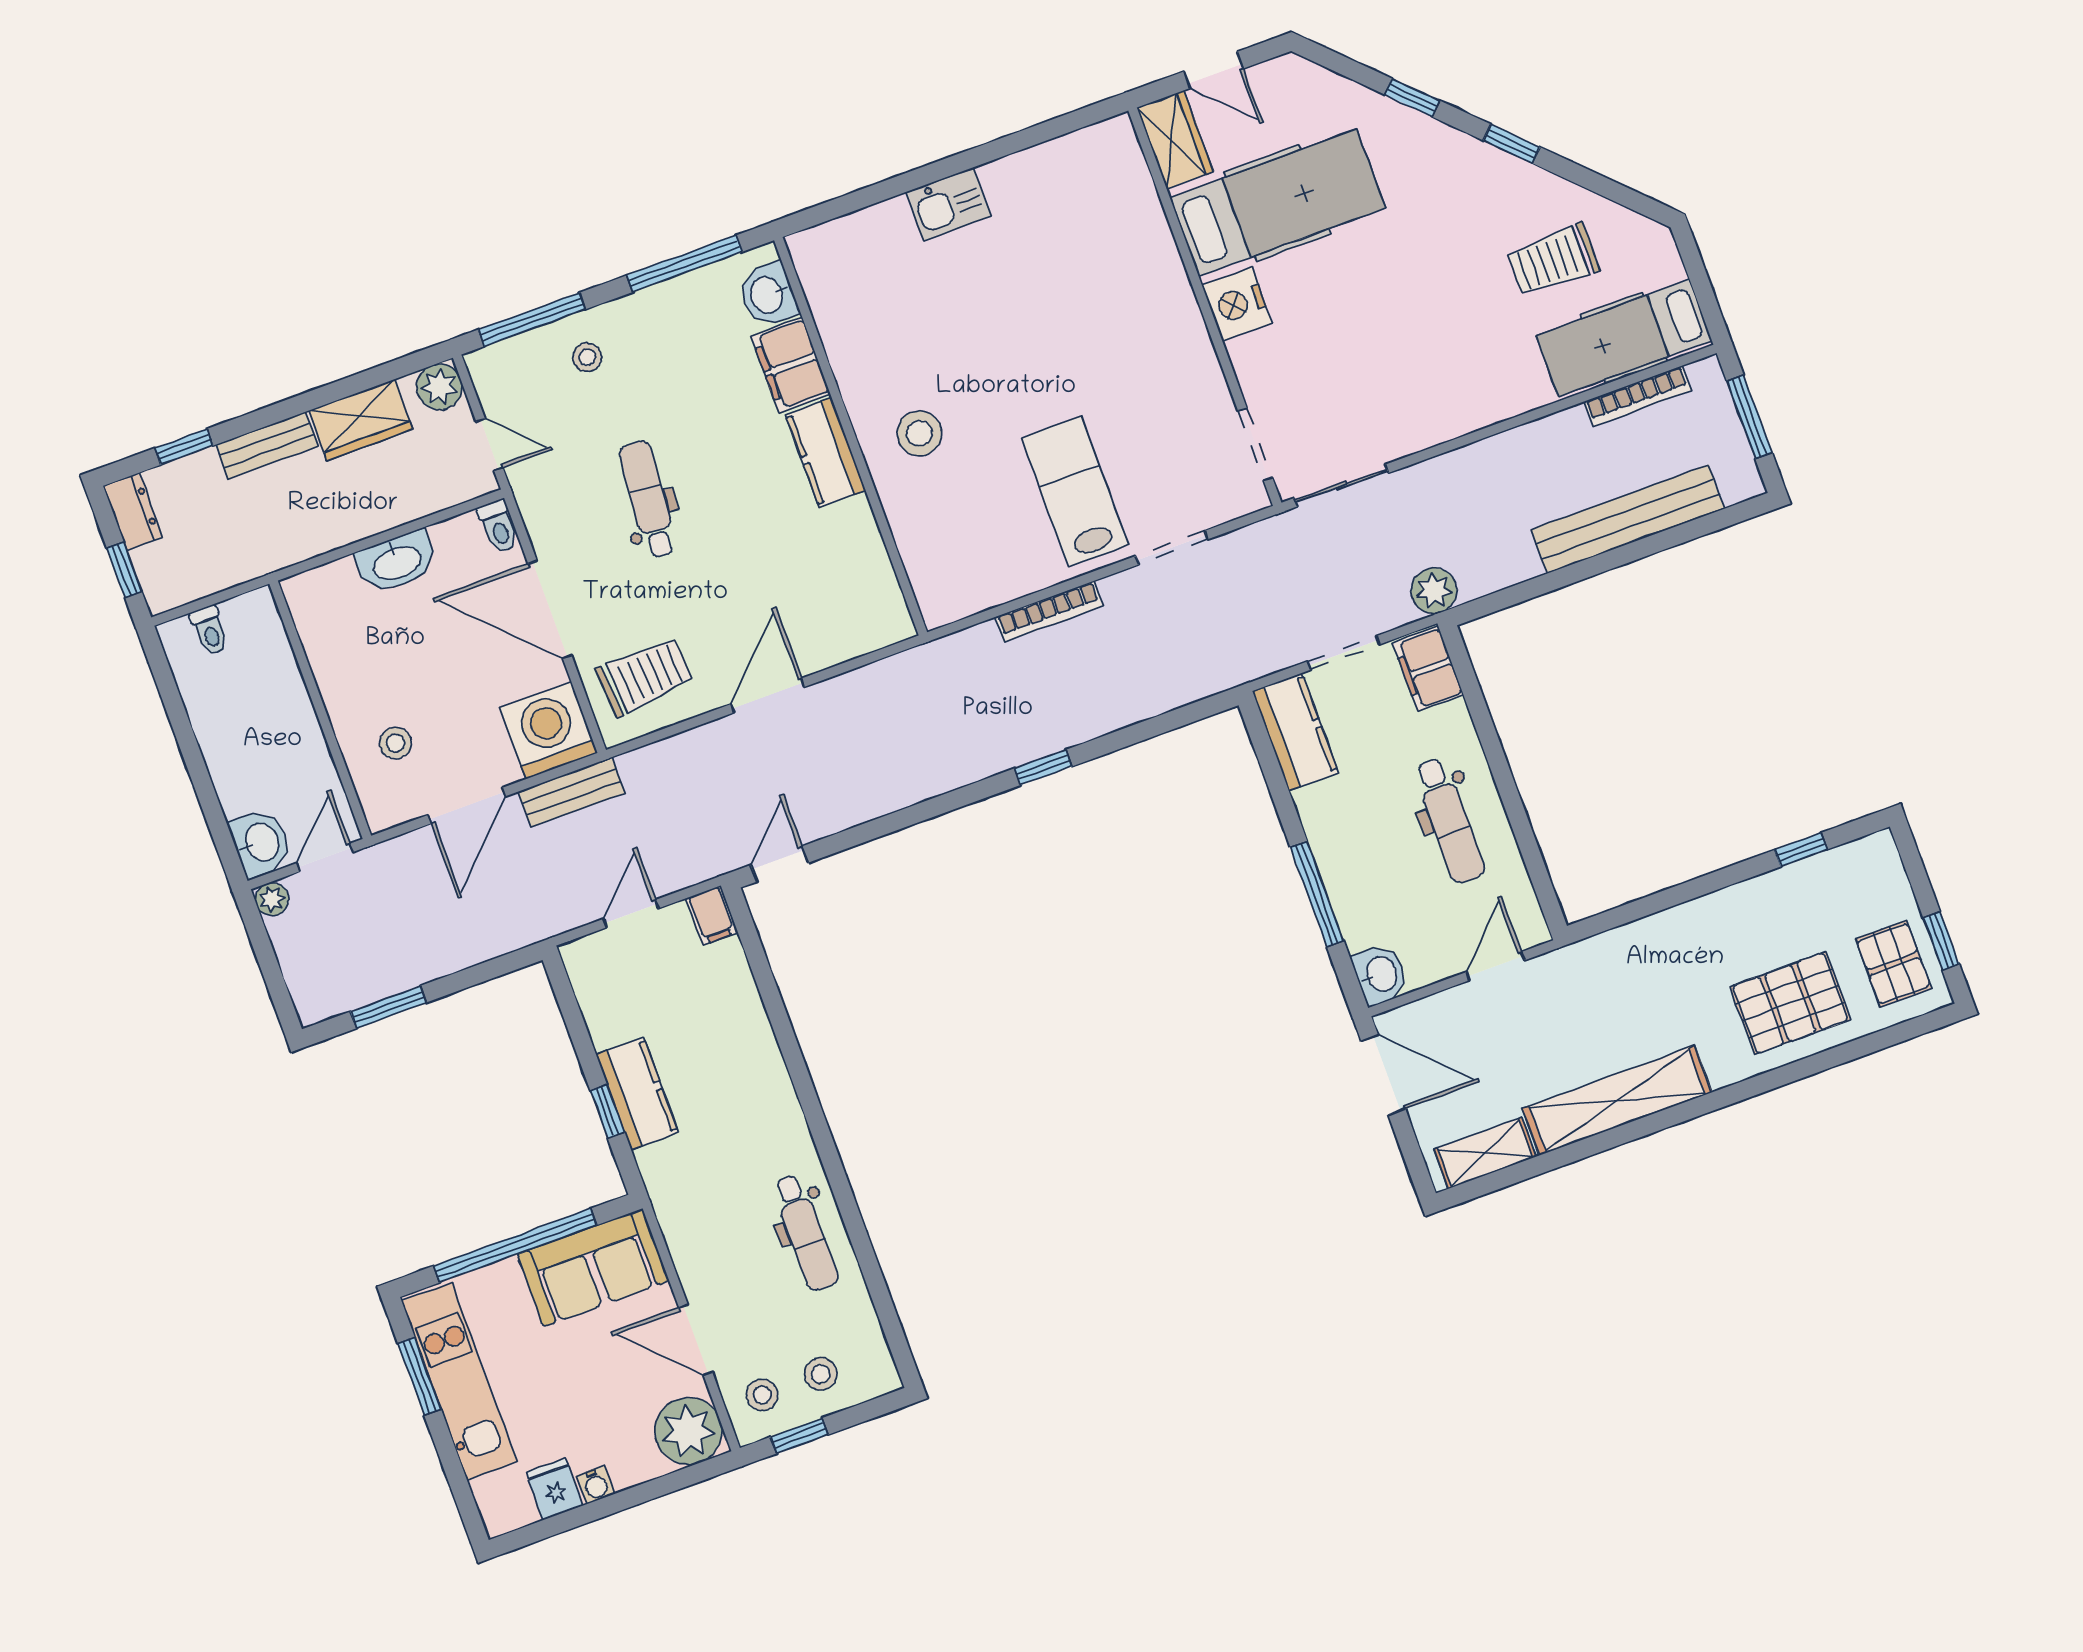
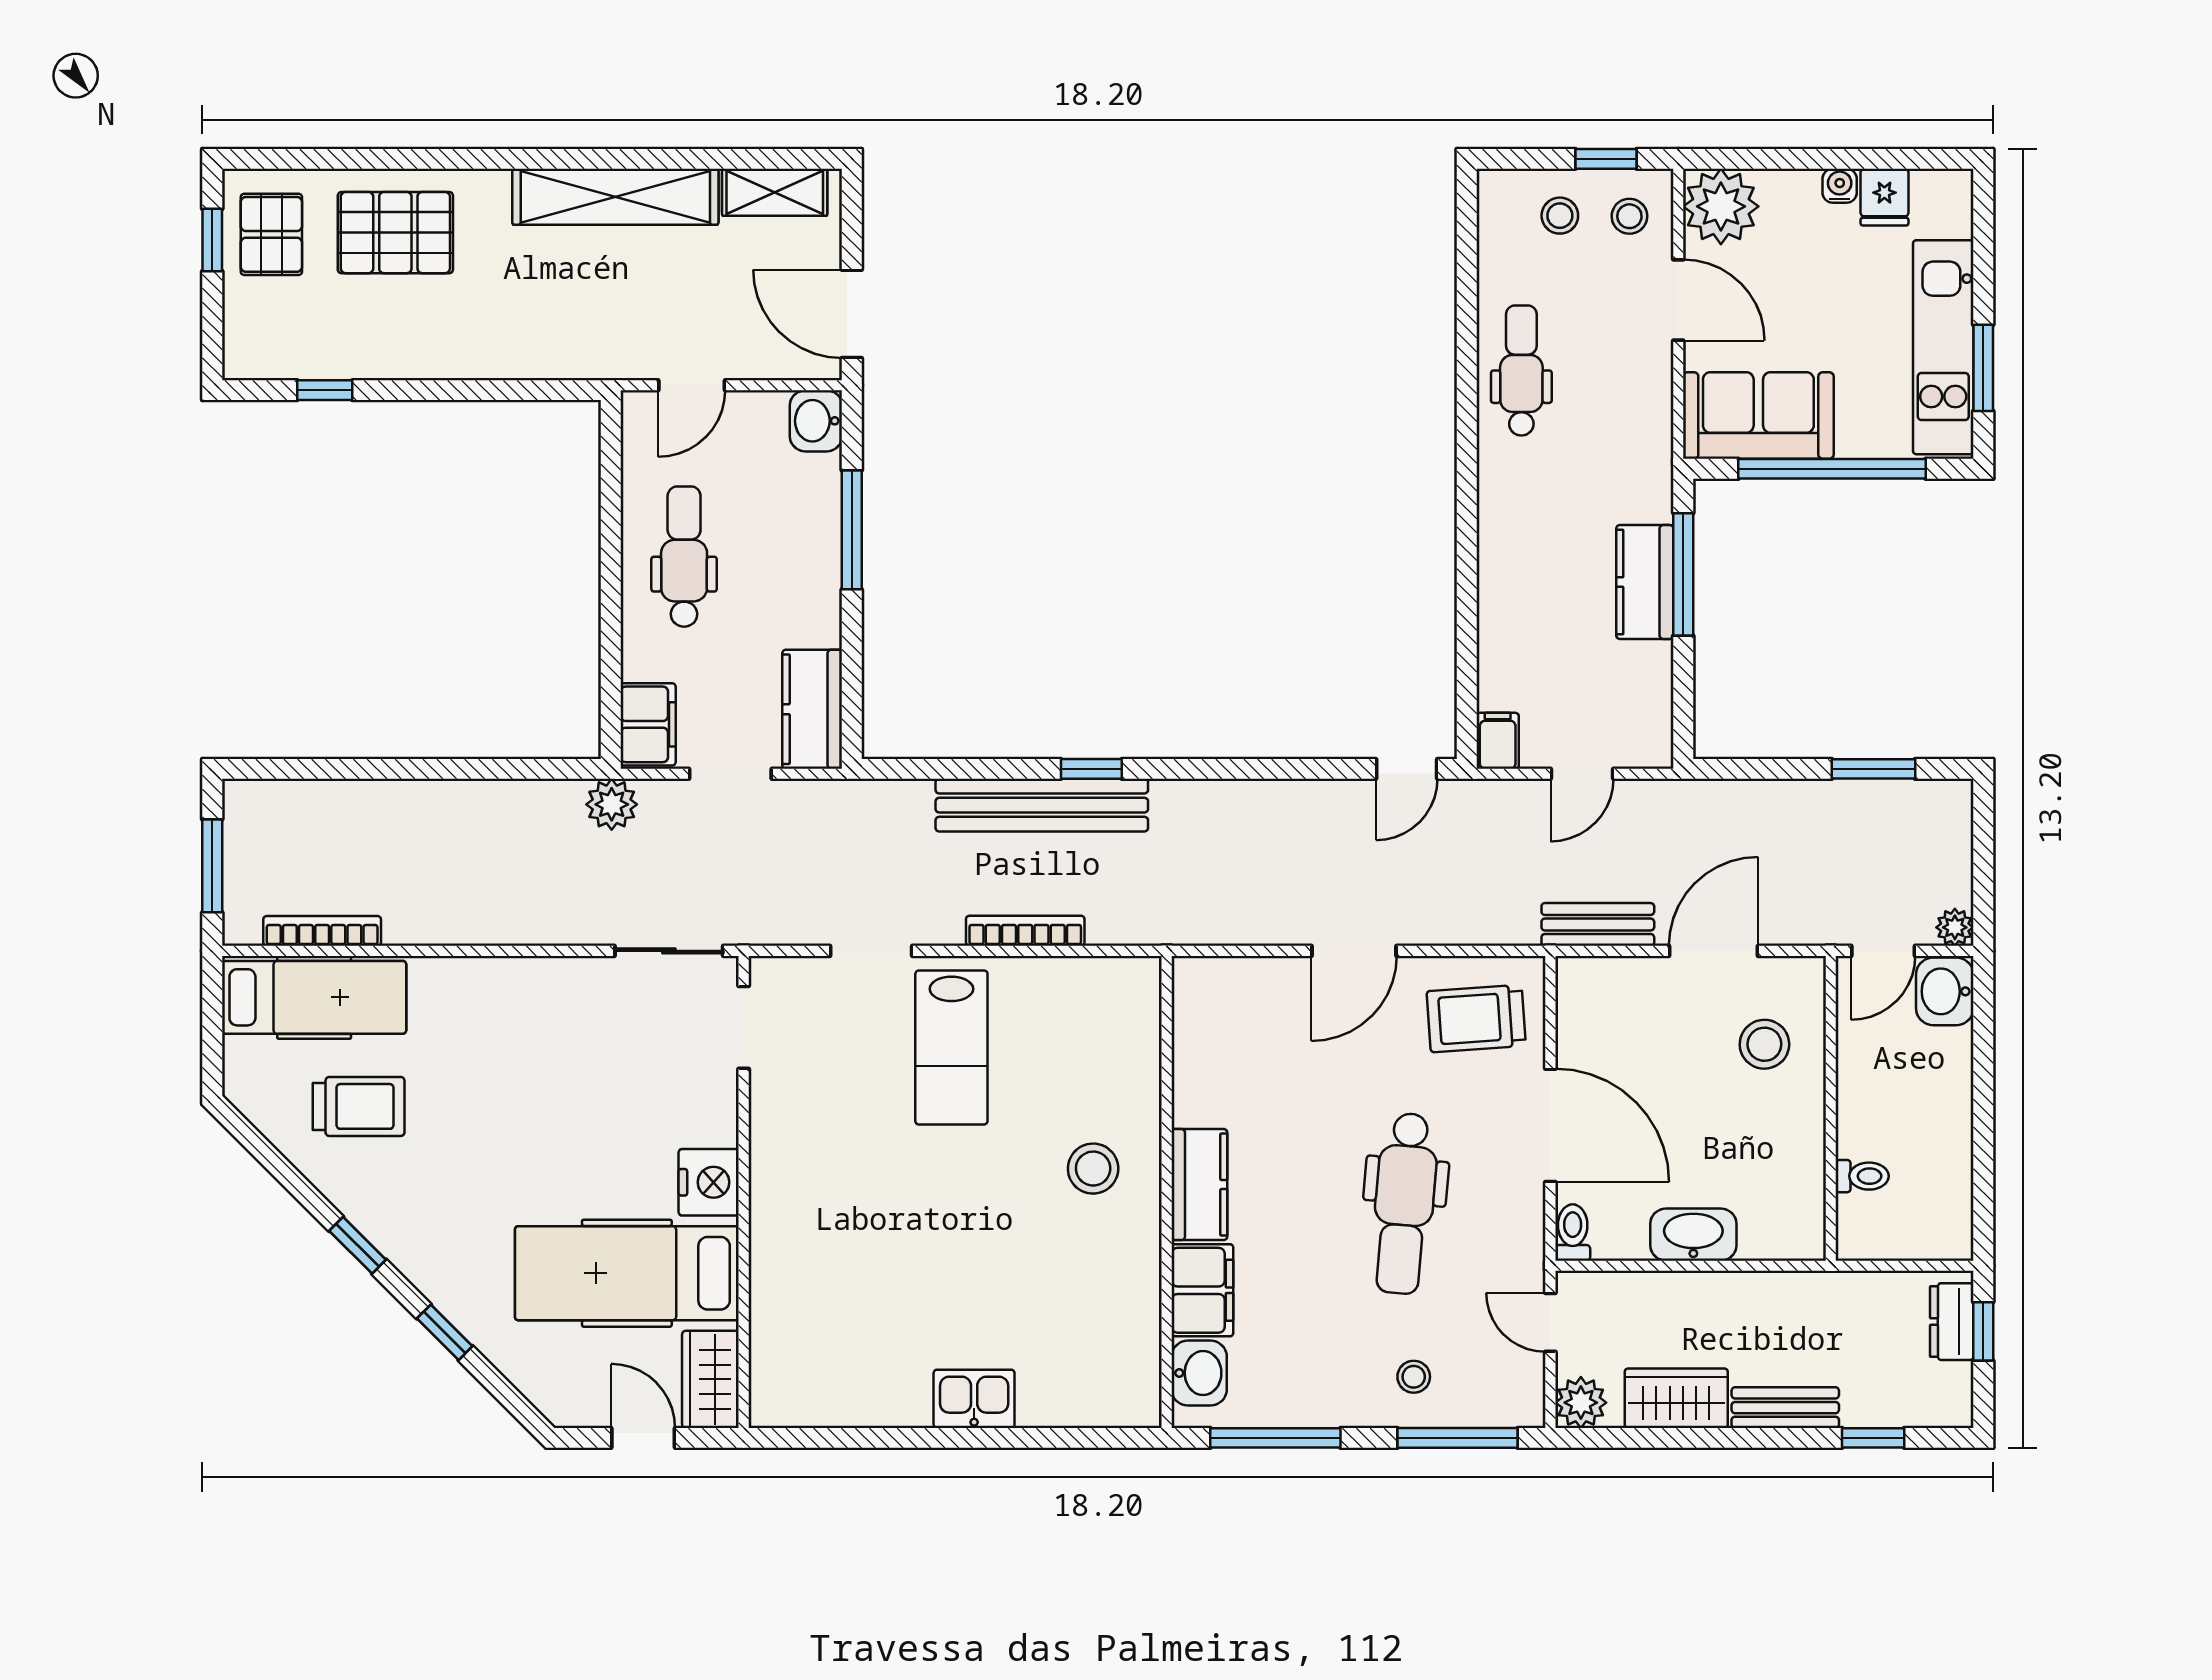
dental chair: (648, 499) -> (1404, 1203), width x1.36, depth x1.38
dresser: (133, 511) -> (1952, 1322), moved
bench: (1628, 519) -> (1042, 805), moved
toilet: (210, 631) -> (1862, 1176), moved, turned 90
washing machine: (549, 730) -> (1598, 999), removed
stool: (395, 743) -> (1764, 1044), width x1.37, depth x1.37
window: (607, 1111) -> (1683, 574), width x2.17

